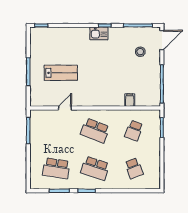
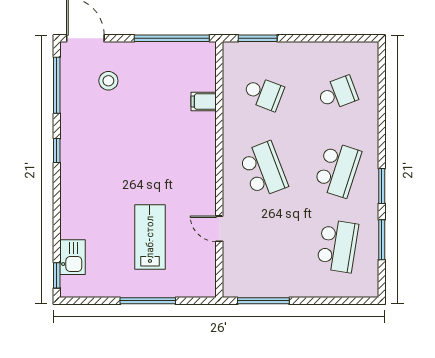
kitchen sink: (99, 33) -> (73, 257), moved
school desk: (95, 131) -> (263, 170), turned -42

